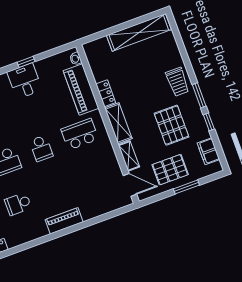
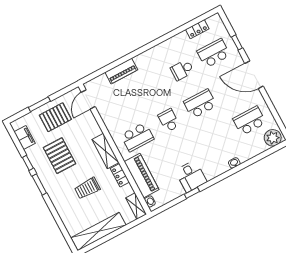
trolley: (177, 82) -> (87, 188), moved, turned -90
shelving: (129, 156) -> (136, 206), moved
door: (130, 185) -> (88, 99), hinge flipped
school desk: (18, 204) -> (182, 70), turned 180
piano: (64, 221) -> (121, 71), moved

